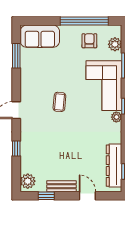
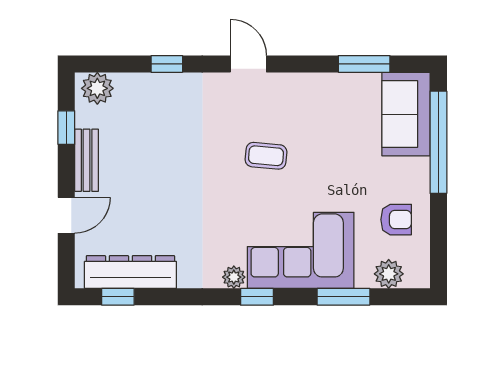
window: (84, 21) -> (438, 142), moved

